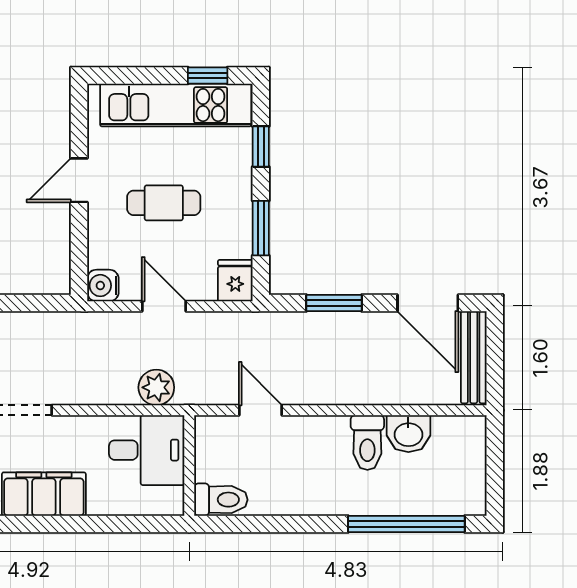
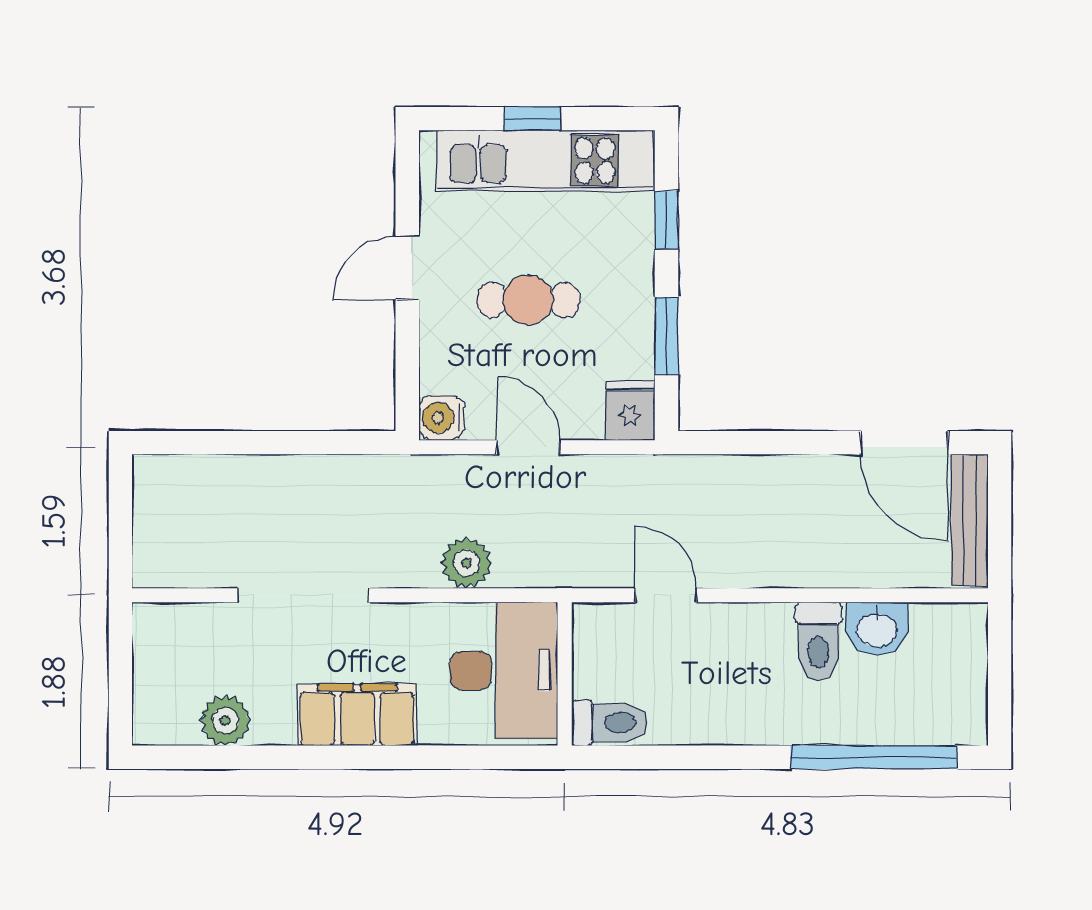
window: (208, 76) -> (532, 119), moved
window: (334, 303) -> (771, 443), removed
plant: (156, 387) -> (466, 563), moved
desk: (147, 450) -> (504, 671), width x1.37

